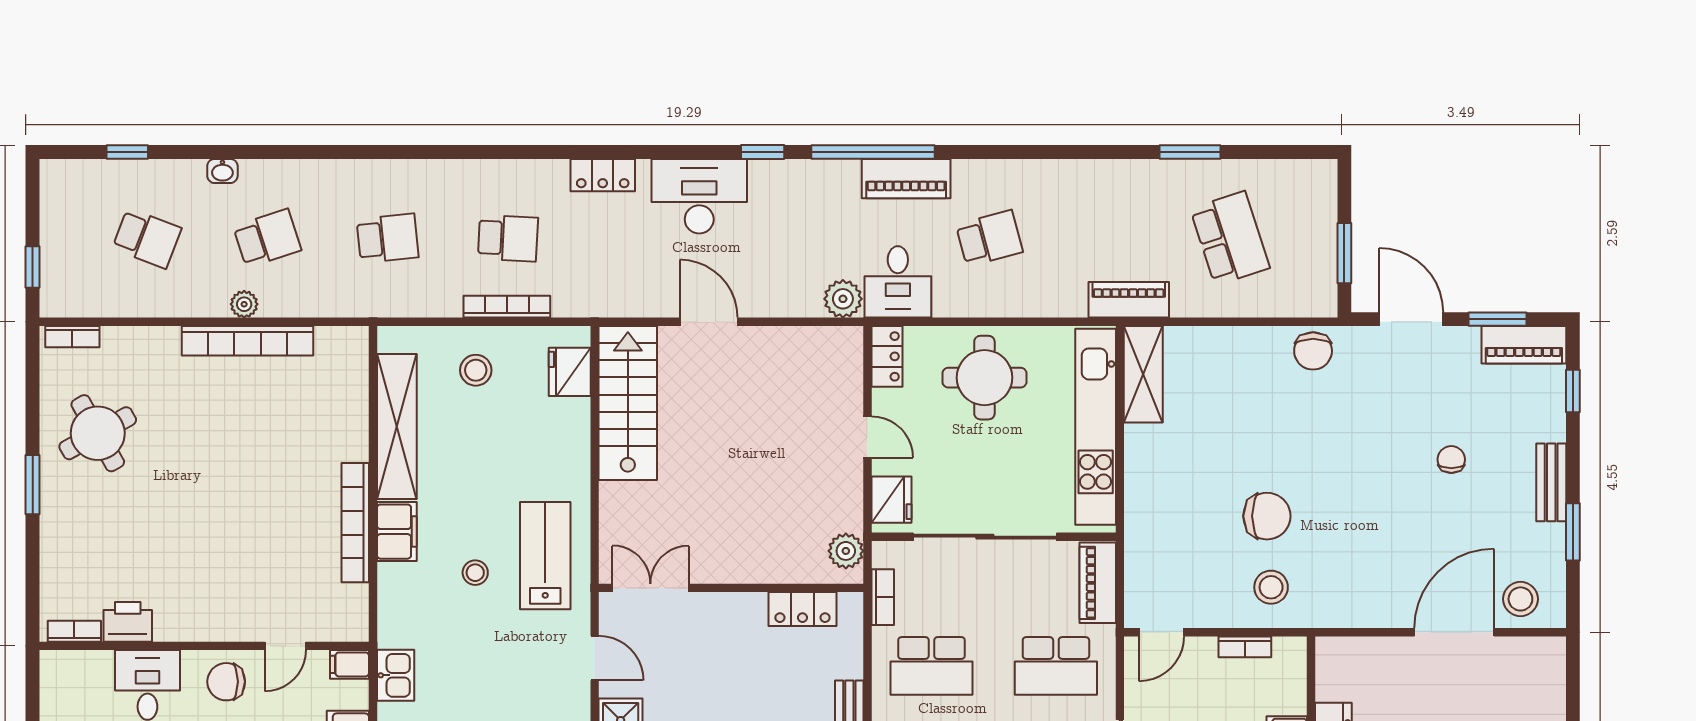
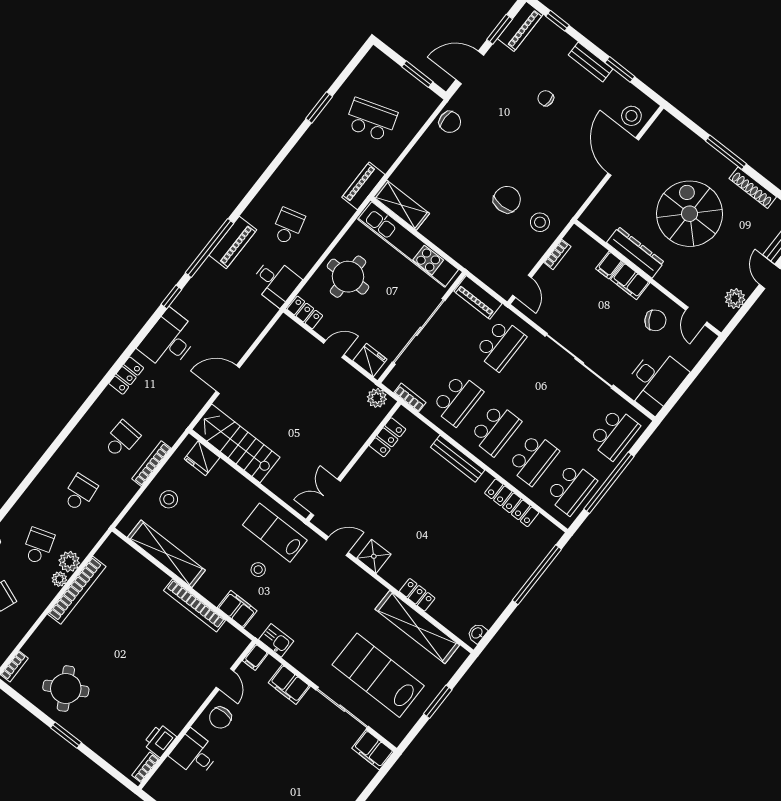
plant: (843, 299) -> (69, 562), moved
filing cabinet: (397, 532) -> (237, 609), moved

